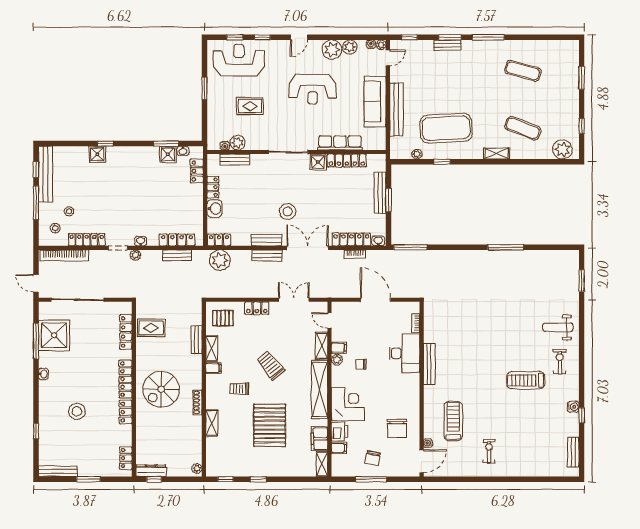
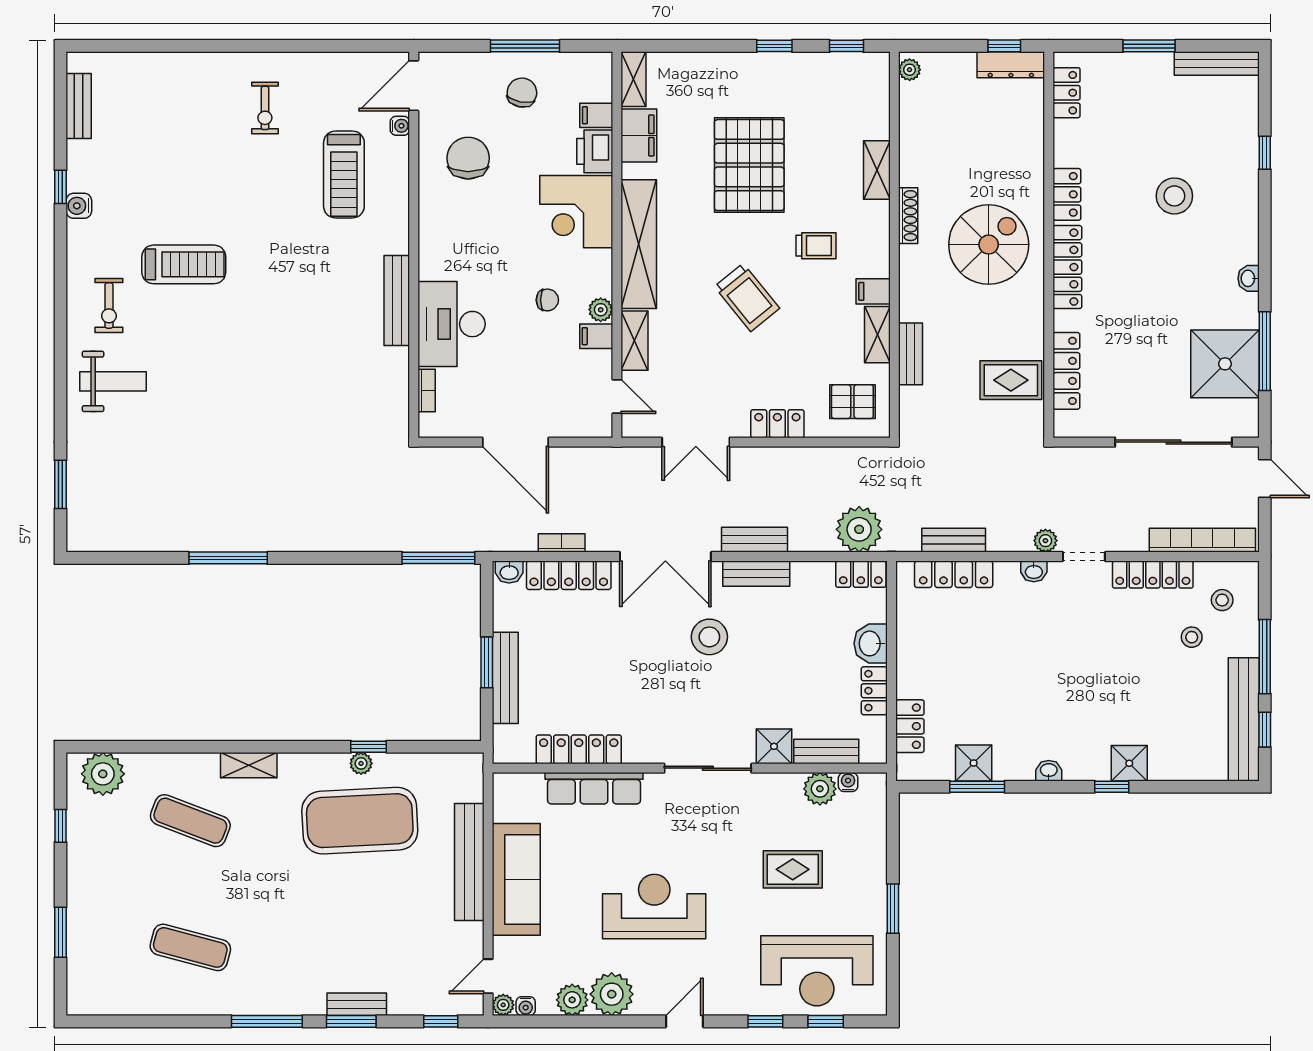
washbasin: (183, 151) -> (1049, 771), moved
plant: (417, 154) -> (361, 763), moved
shower: (318, 162) -> (774, 746), moved

